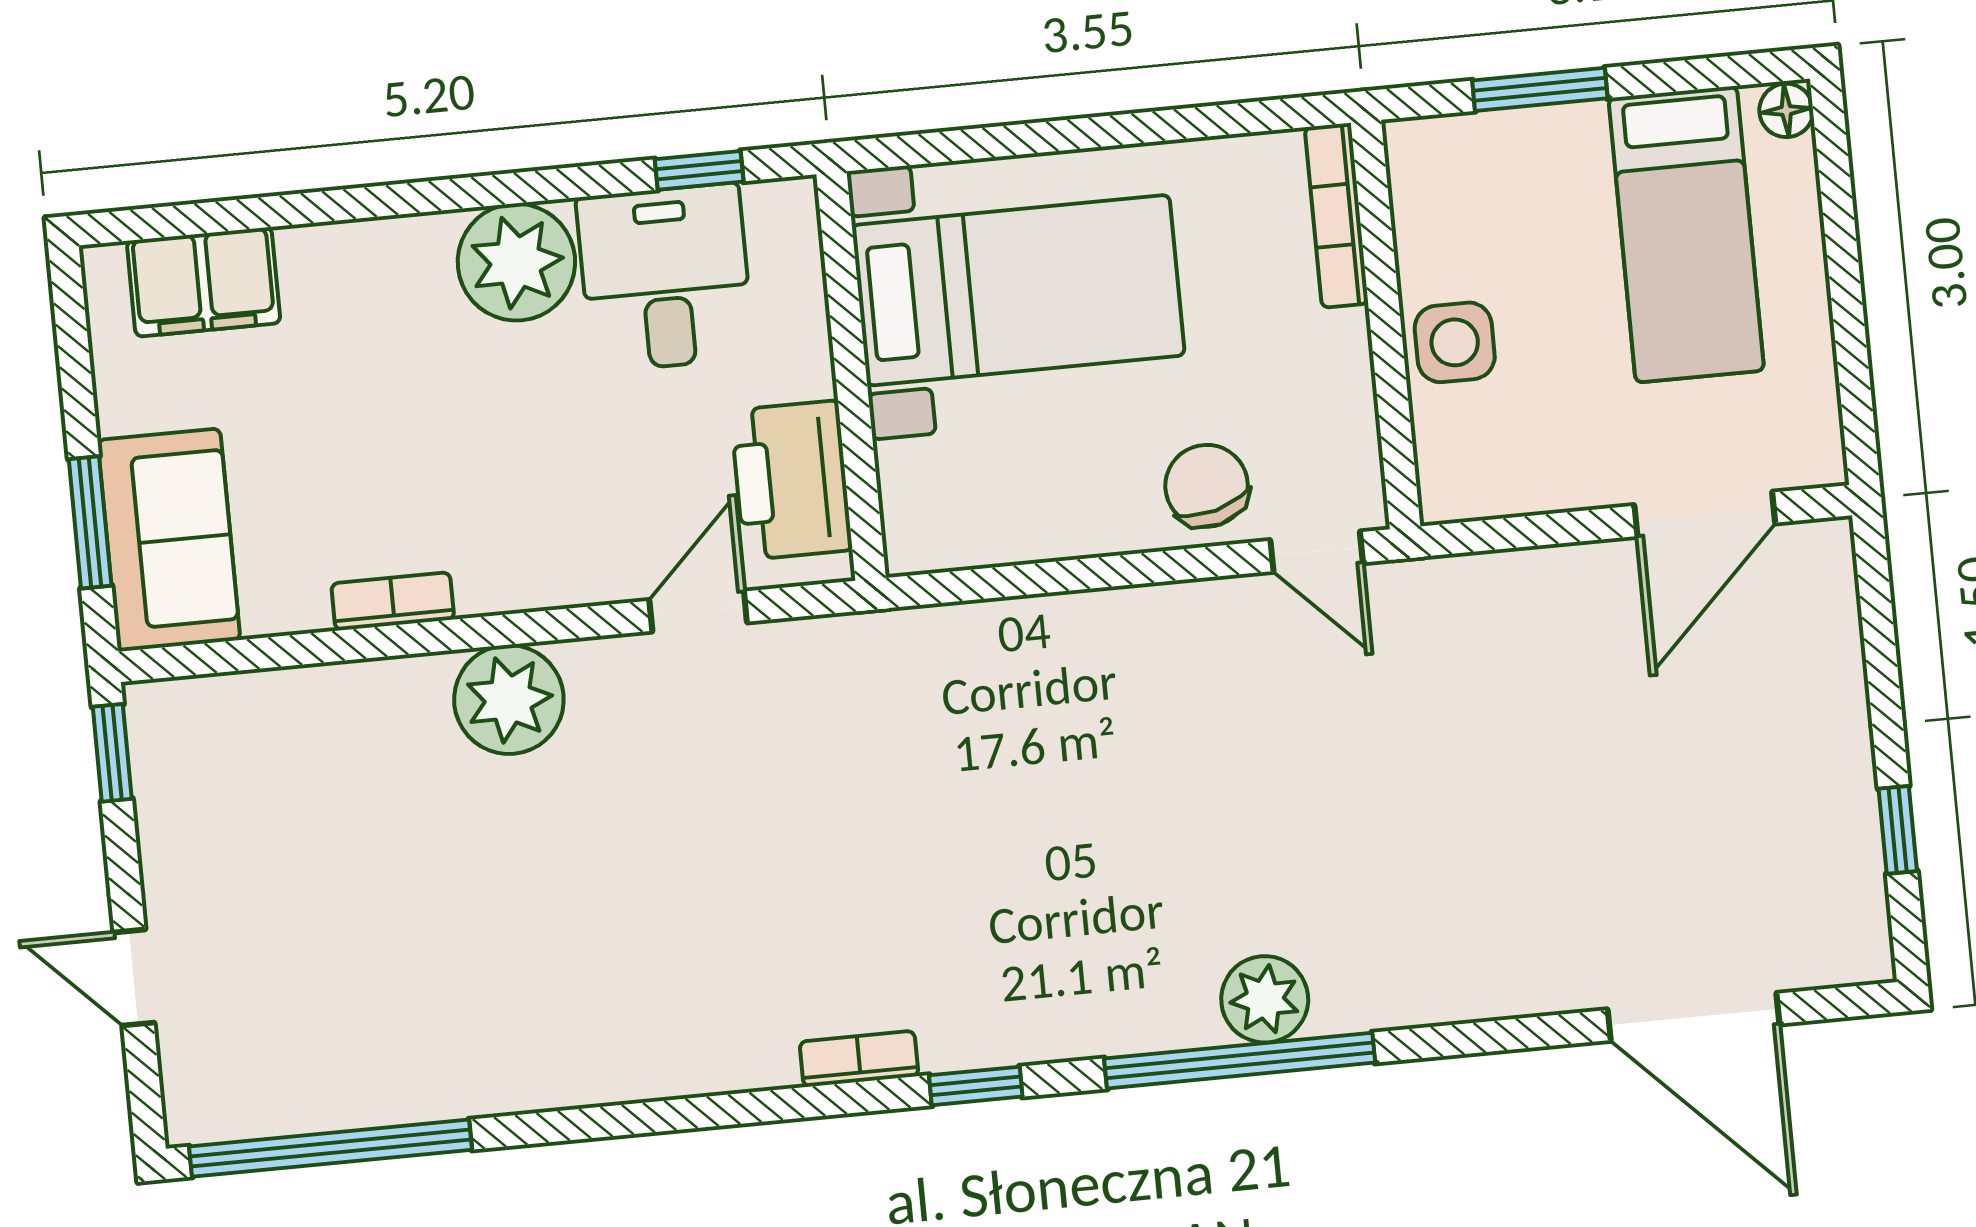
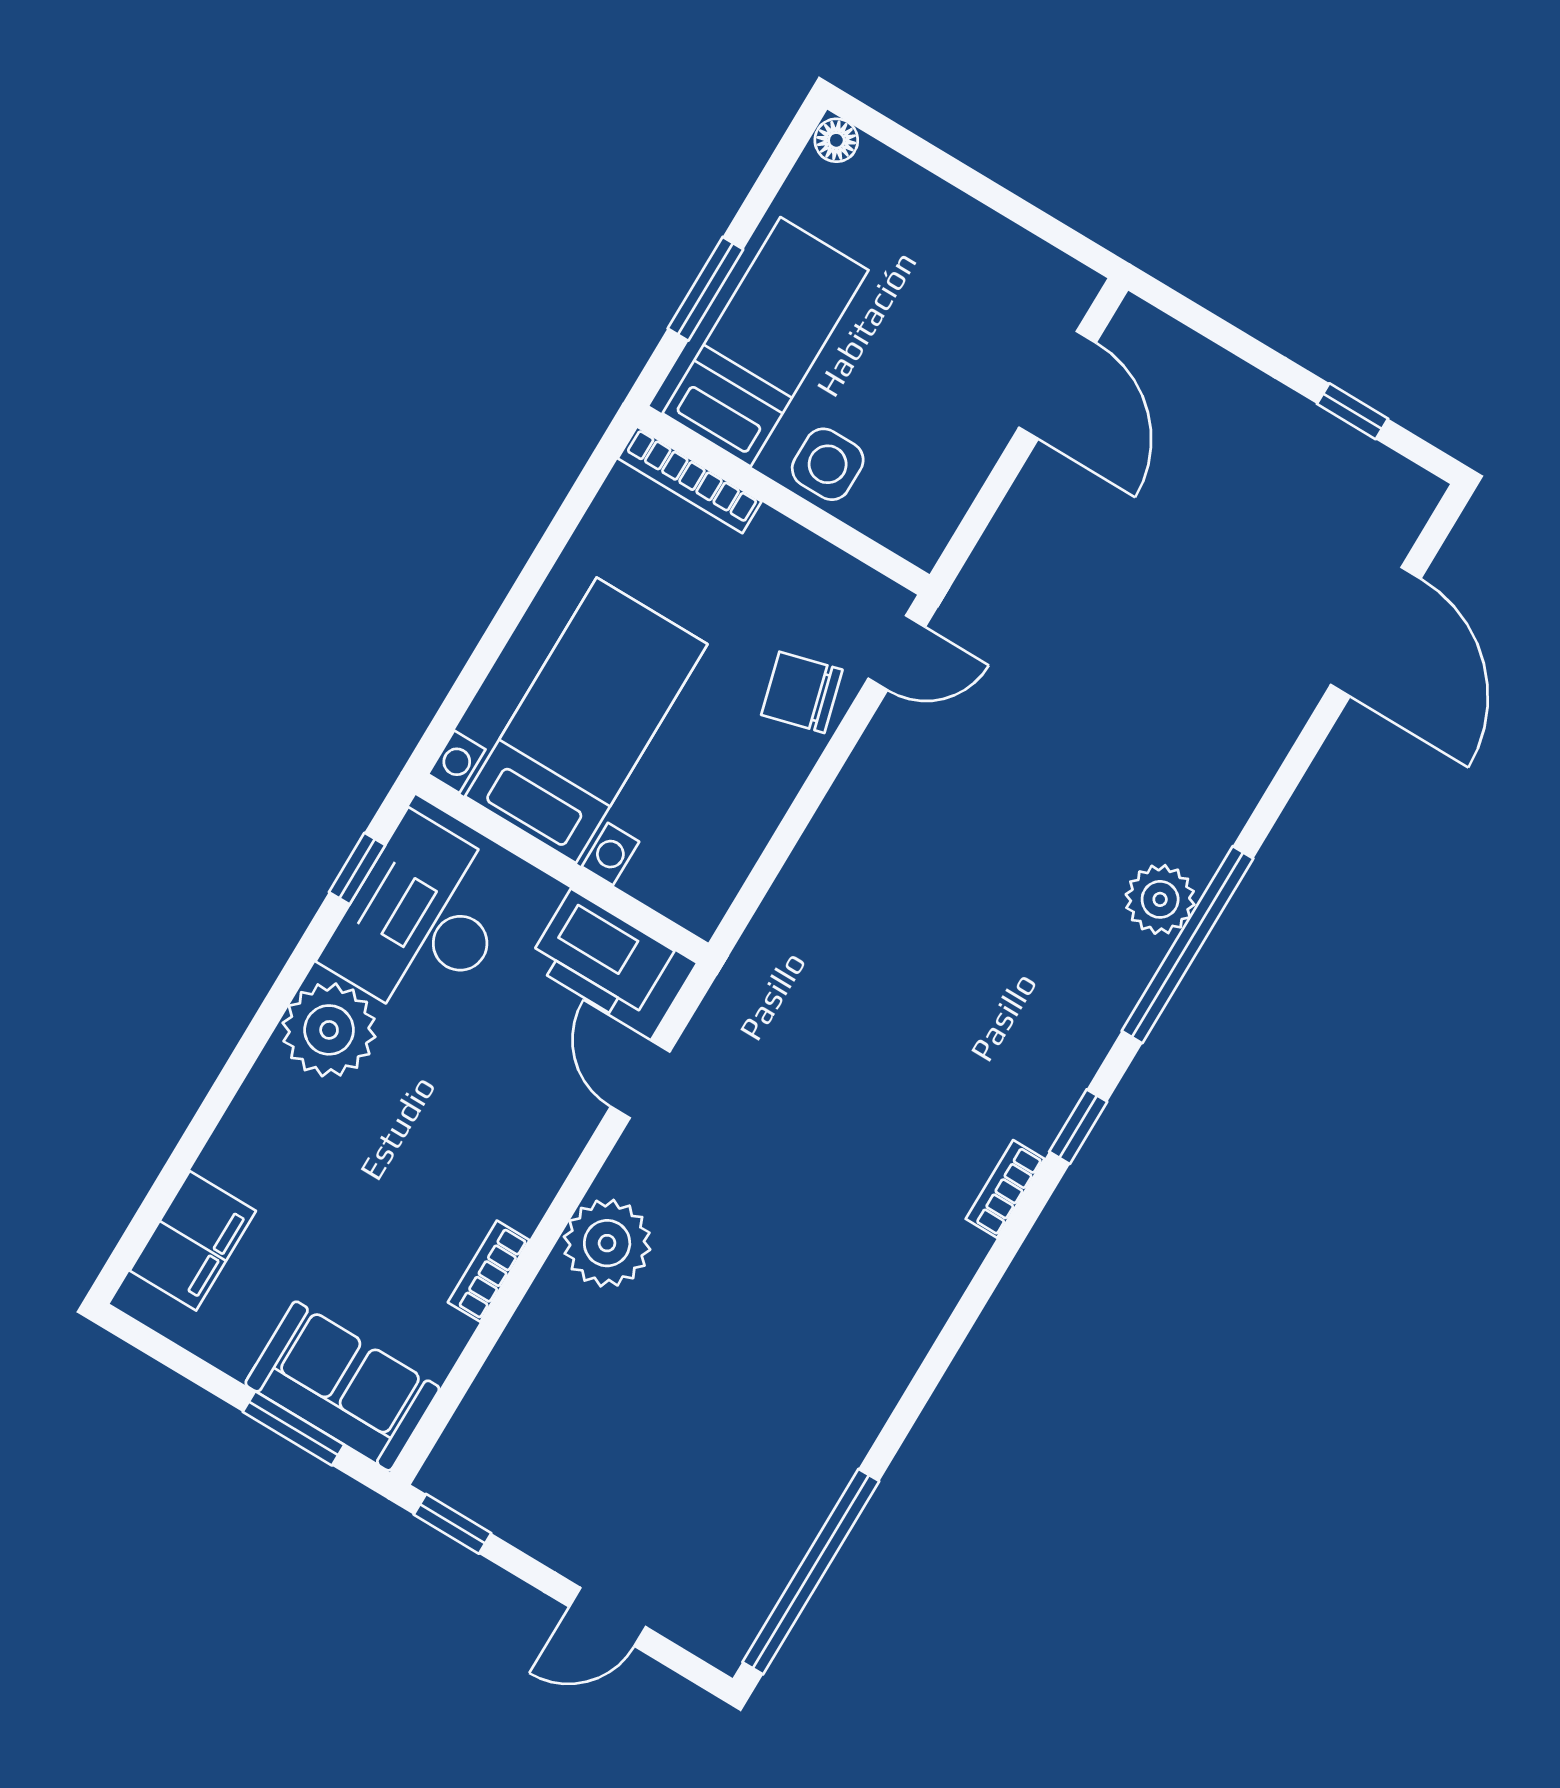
bed: (1686, 234) -> (766, 342), moved, turned -90
desk: (665, 278) -> (423, 921), width x1.37
door: (1694, 1017) -> (1376, 632), hinge flipped

